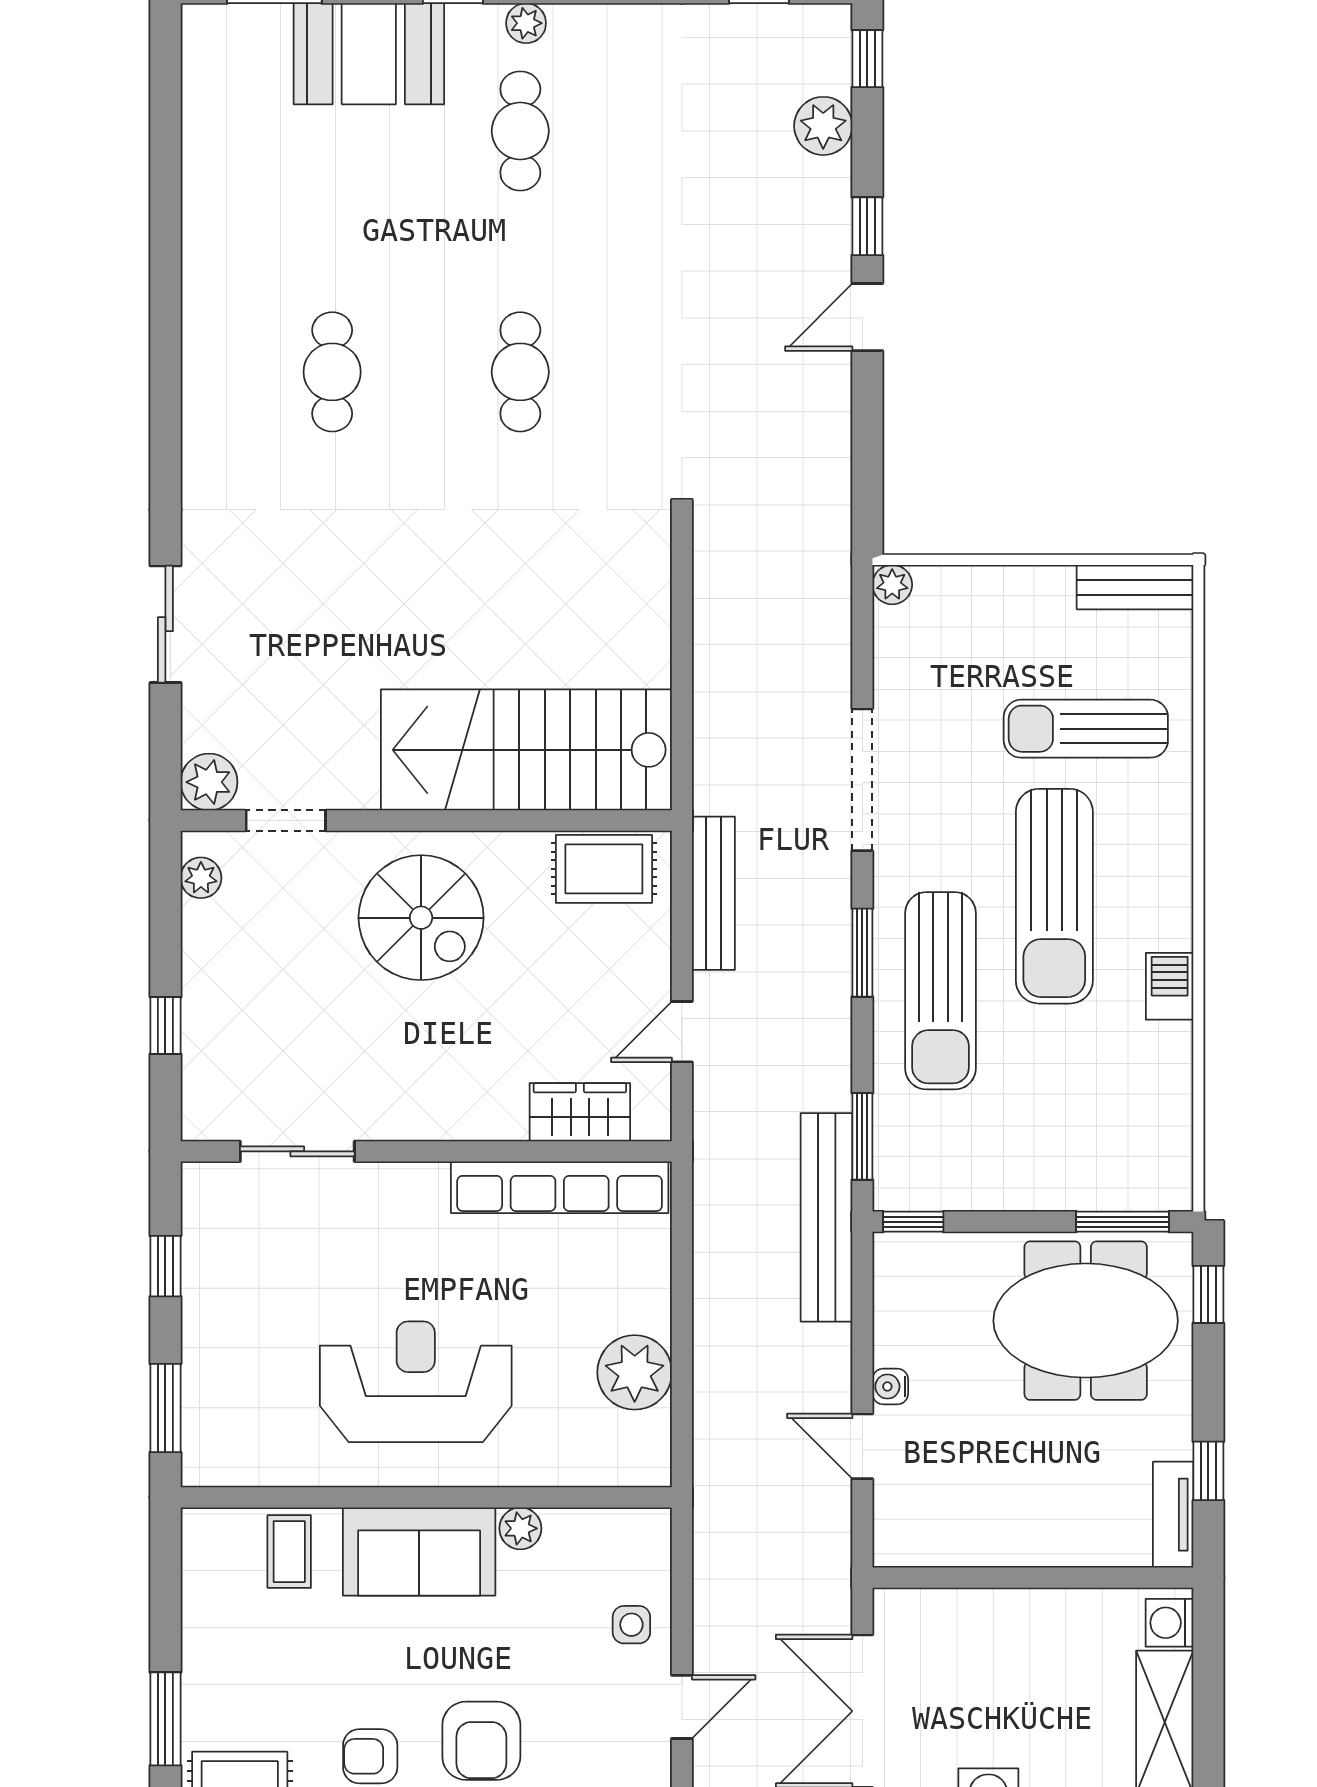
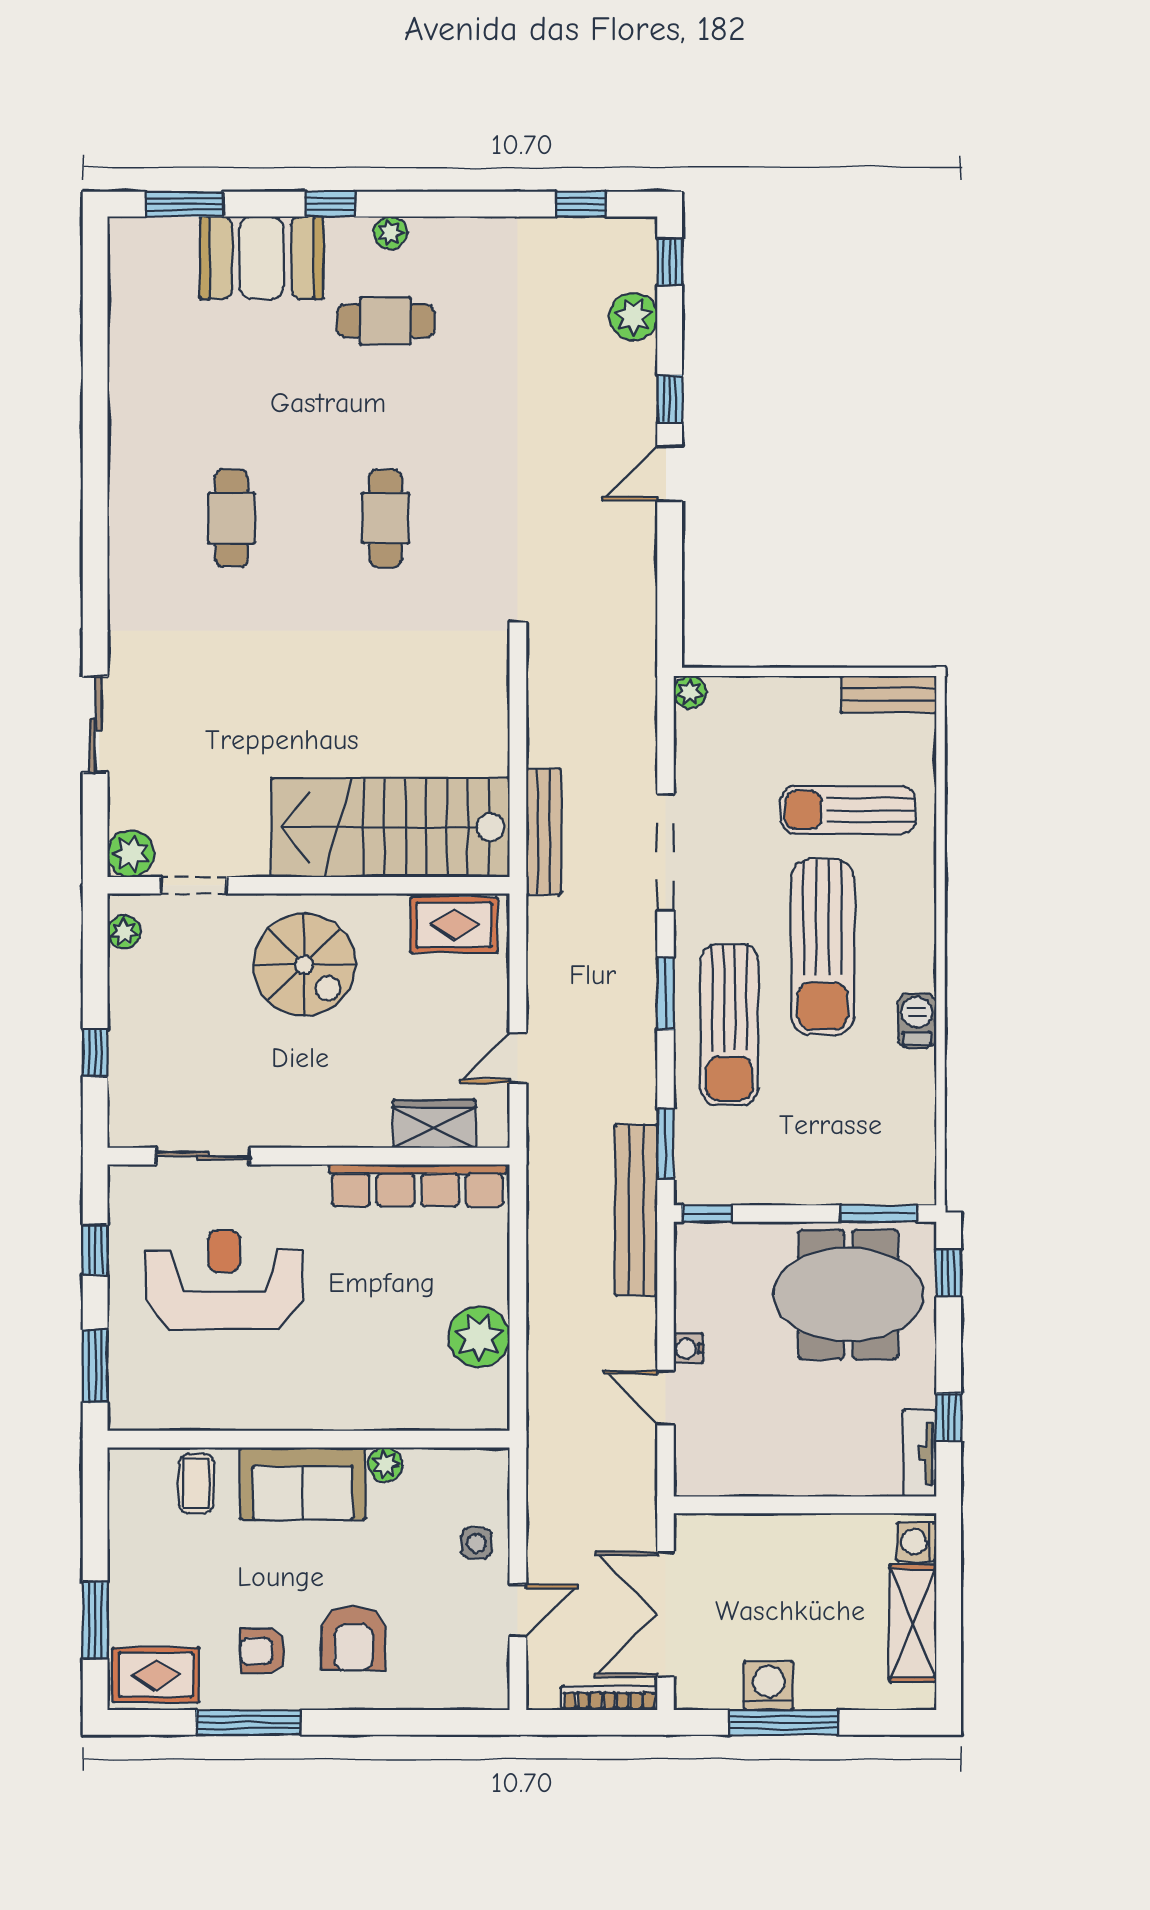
cafe table: (520, 131) -> (386, 321), turned 90
bench: (713, 893) -> (544, 831), moved
reception desk: (416, 1382) -> (224, 1280), moved

